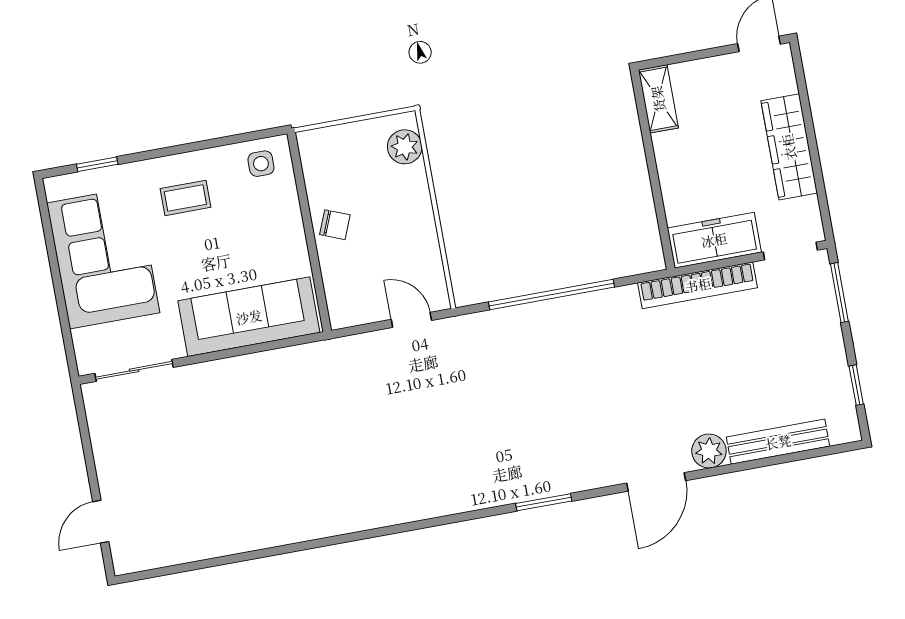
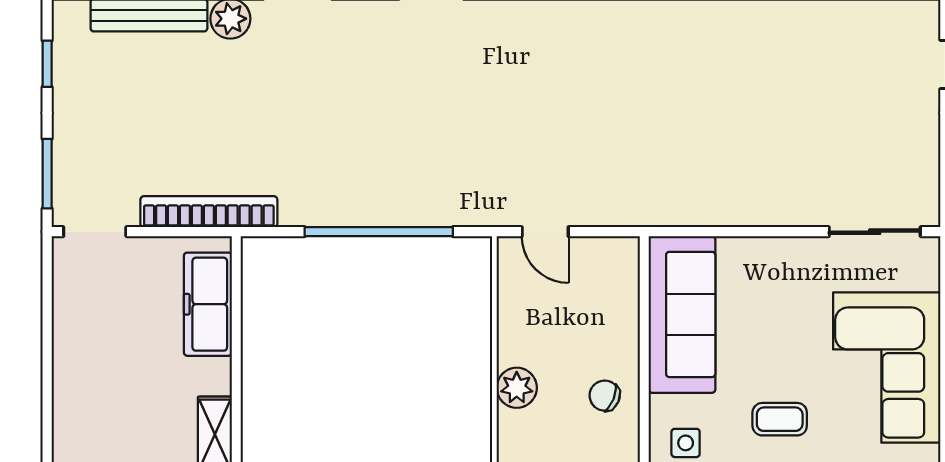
plant: (405, 147) -> (517, 388), moved
wardrobe: (789, 147) -> (74, 352), removed
chair: (335, 225) -> (605, 396), moved
freezer: (714, 240) -> (208, 304), moved, turned 90
sofa: (249, 317) -> (682, 314), moved, turned -90

